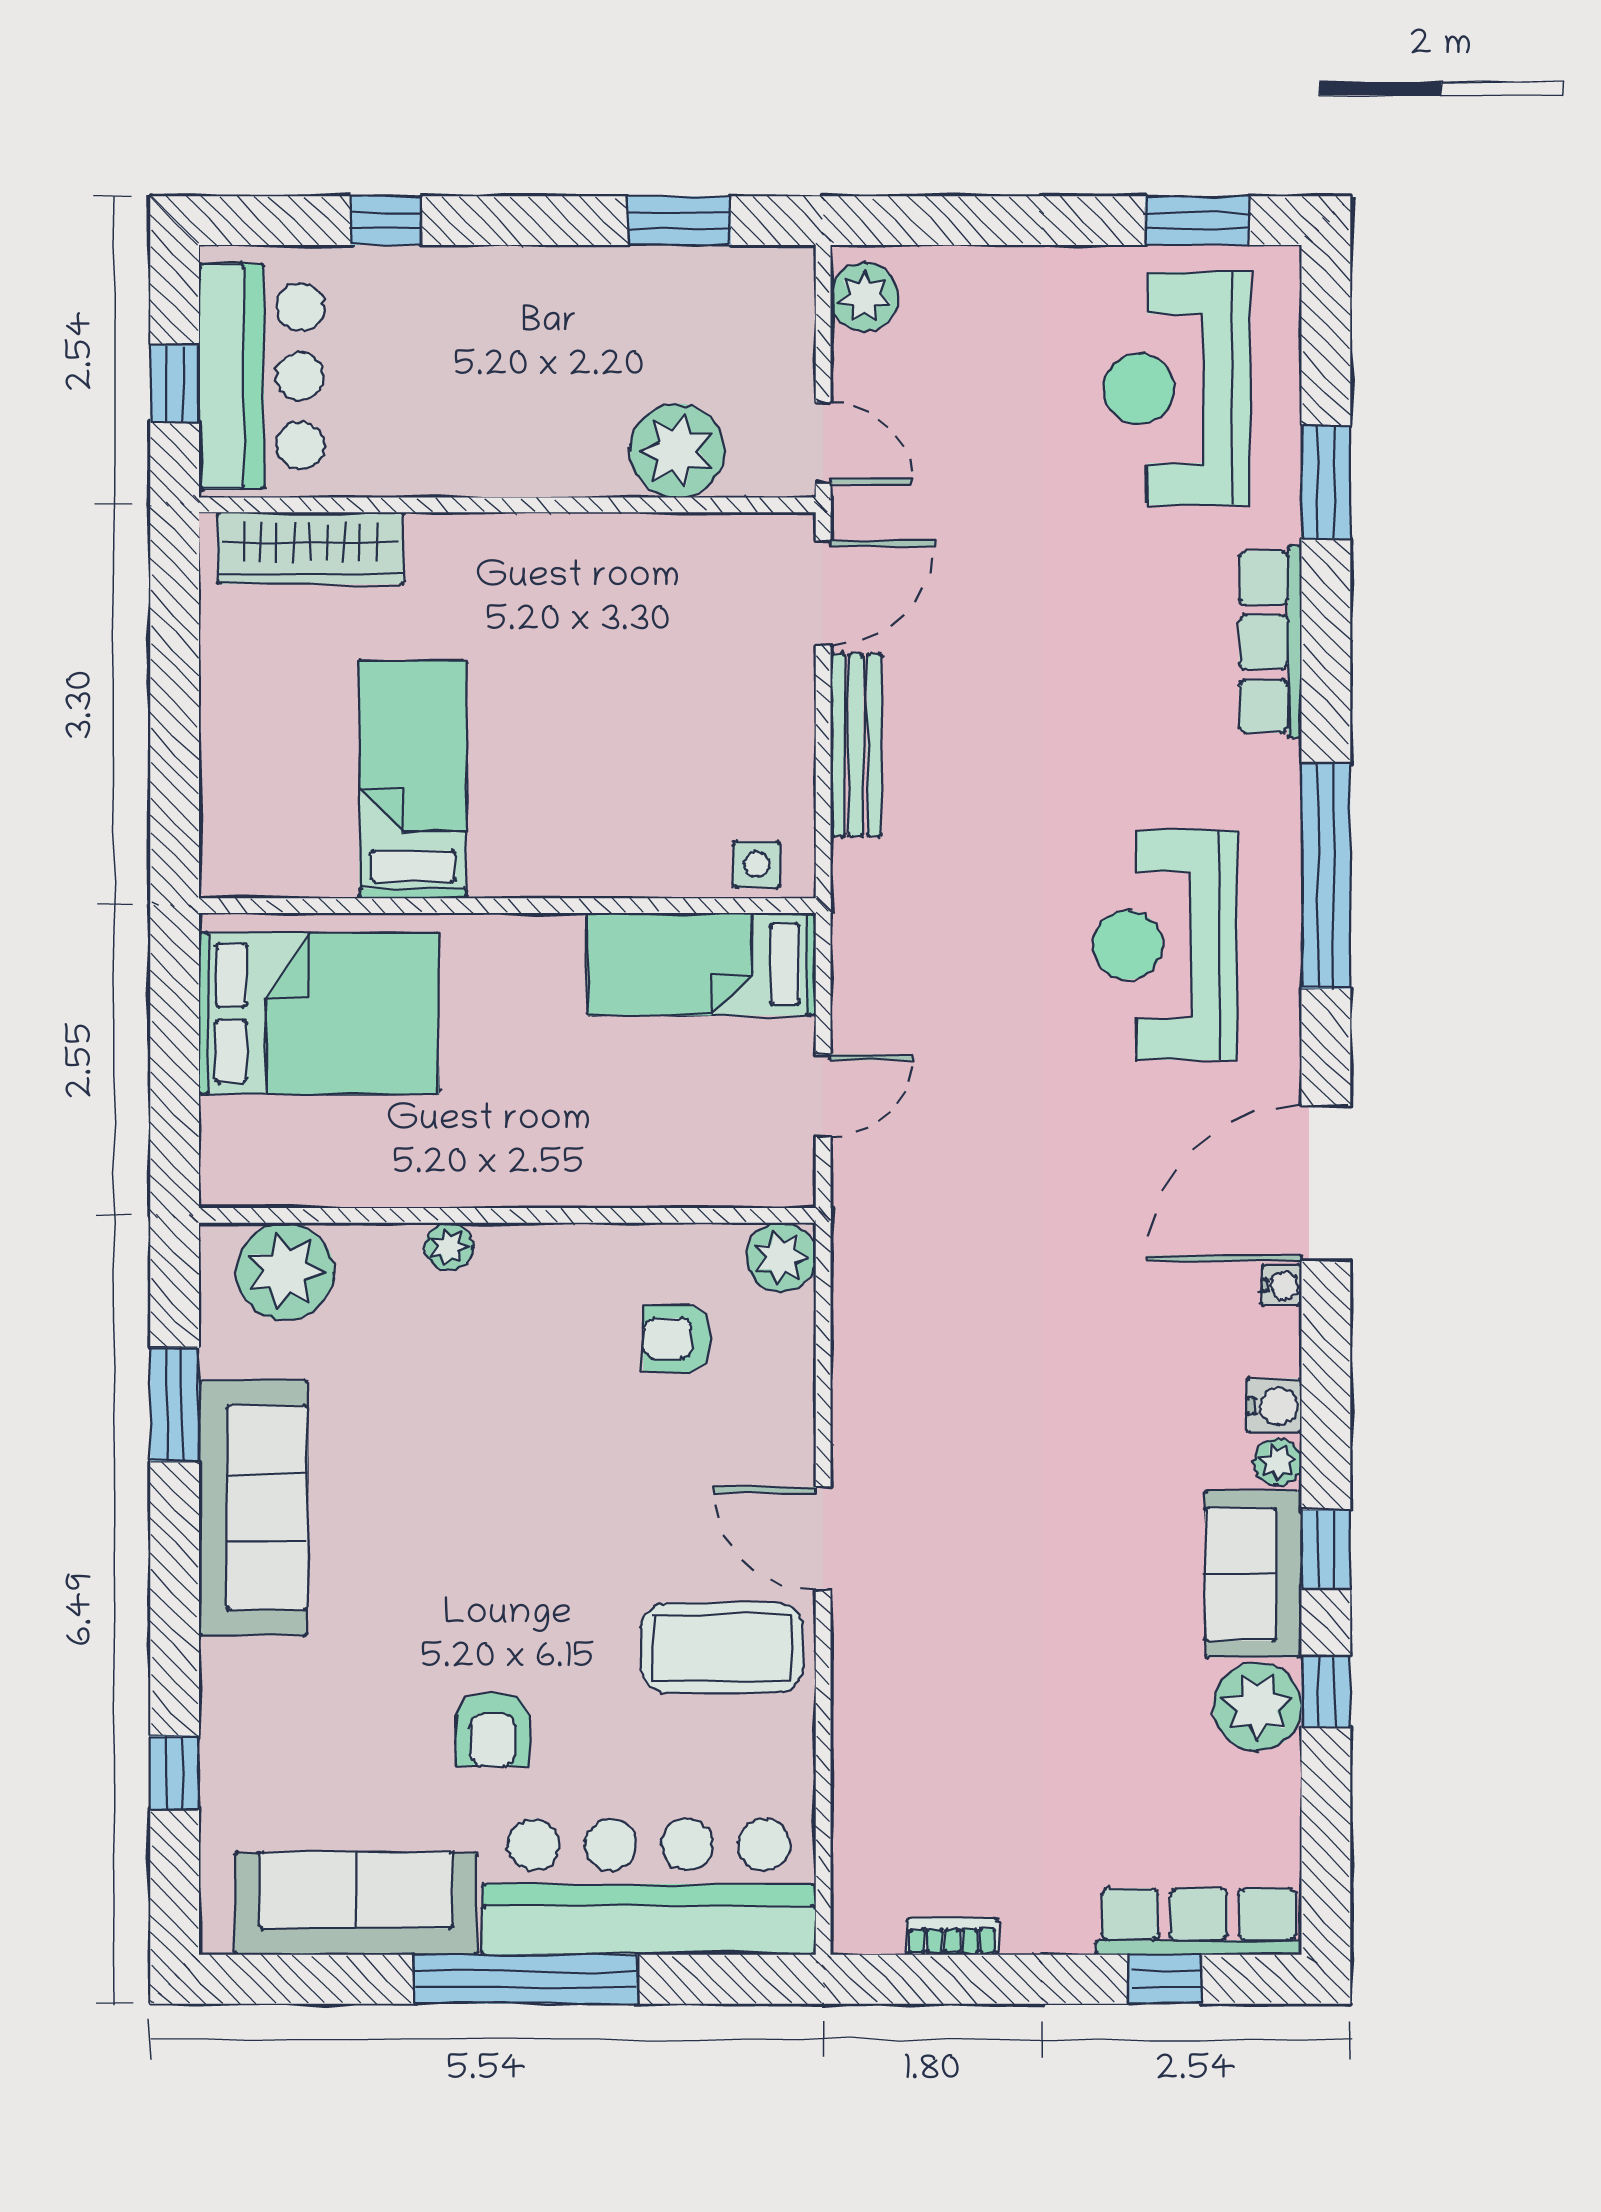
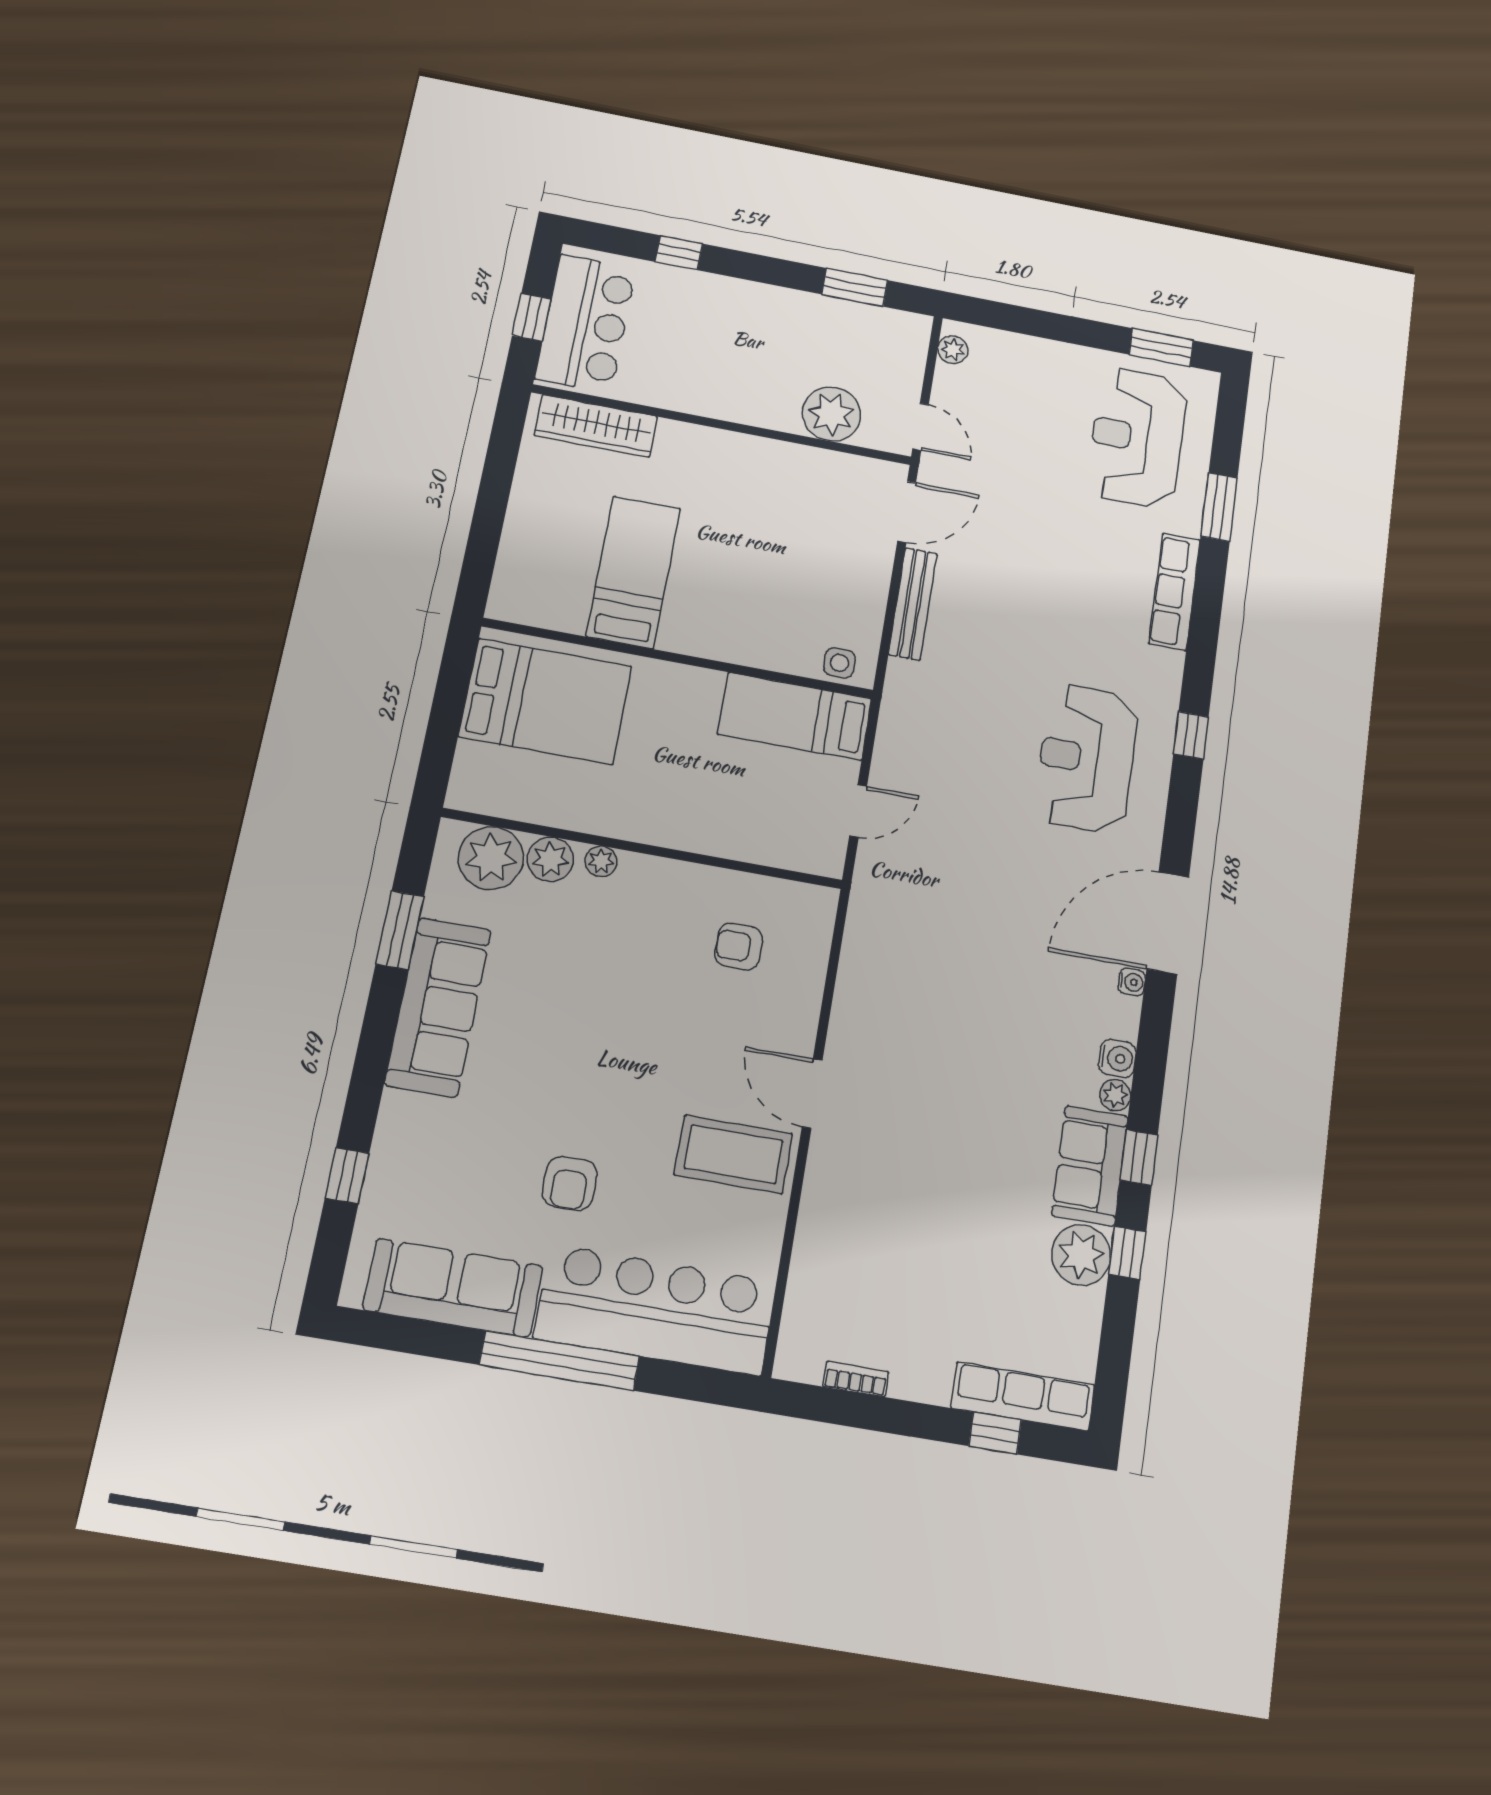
plant: (864, 297) -> (953, 350), width x0.73, depth x0.73
window: (1326, 876) -> (1191, 735), width x0.32
plant: (781, 1257) -> (550, 859), moved

